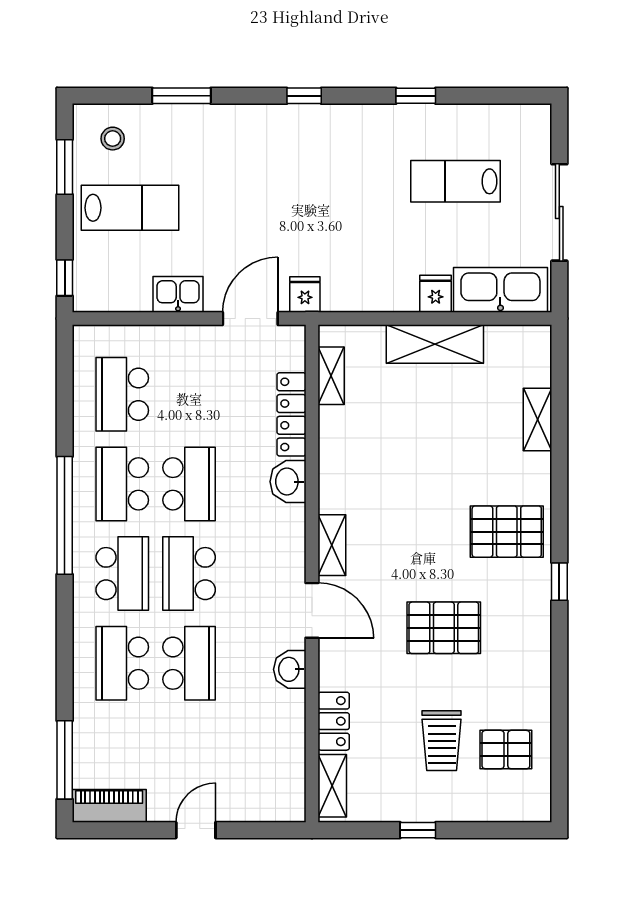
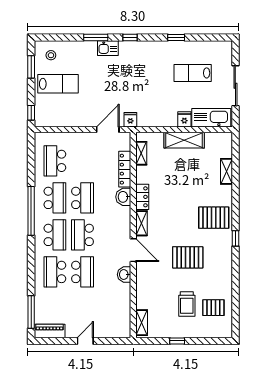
window: (182, 96) -> (96, 38), moved
kitchen sink: (178, 294) -> (108, 48), moved, turned 180
school desk: (122, 484) -> (55, 198), turned 180
locker: (334, 721) -> (142, 197), moved

